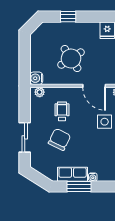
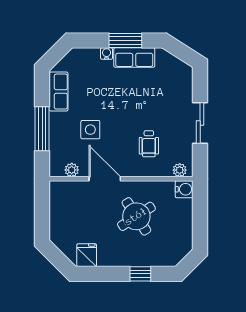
sliding door: (25, 137) -> (200, 123), moved
chair: (59, 139) -> (152, 105), removed

